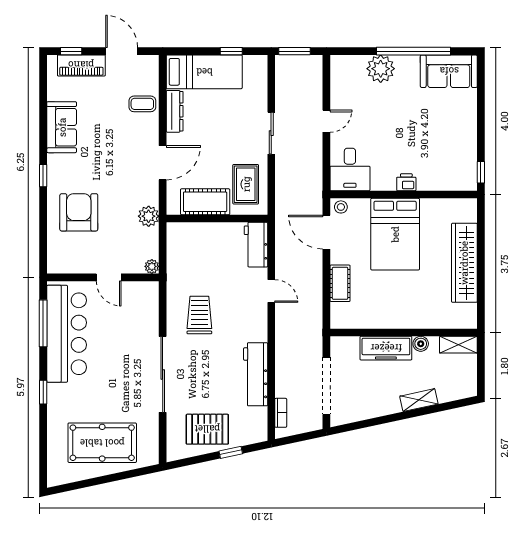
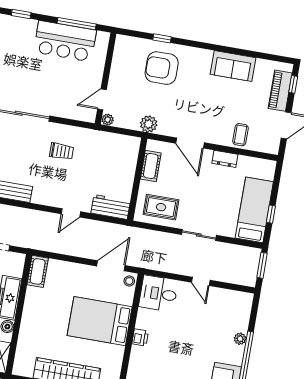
plant: (381, 69) -> (240, 339), width x0.53, depth x0.53
bed: (204, 72) -> (254, 210), moved, turned 180
dresser: (175, 111) -> (225, 159), width x0.70
window: (43, 176) -> (162, 38), moved
cot: (205, 202) -> (151, 166), width x0.73, depth x0.75
armchair: (79, 212) -> (162, 68), turned 180
door: (109, 277) -> (102, 99), moved
cot: (340, 283) -> (38, 271), moved, turned 90
trolley: (199, 315) -> (62, 151), width x0.73, depth x0.72
bar counter: (67, 334) -> (65, 41), width x0.73

